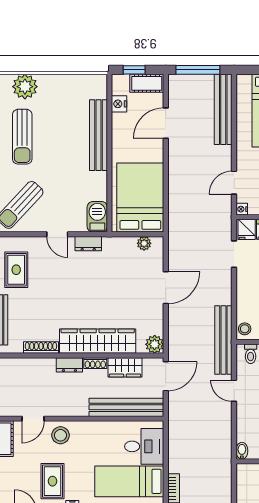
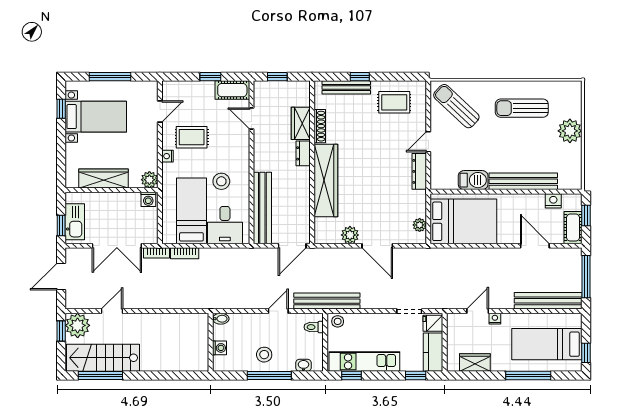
plant: (25, 87) -> (570, 131), moved
door: (234, 183) -> (478, 311), hinge flipped
nightstand: (242, 209) -> (495, 319), moved
barbecue: (97, 217) -> (473, 180), moved
dresser: (88, 244) -> (419, 171), width x1.44
plant: (155, 344) -> (350, 235), moved
shoe rack: (95, 363) -> (305, 178), removed
wardrobe: (125, 367) -> (301, 123), moved
door: (166, 376) -> (292, 246), hinge flipped
stool: (60, 435) -> (221, 181), moved

